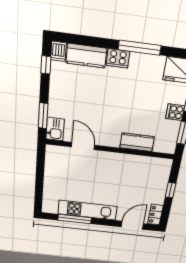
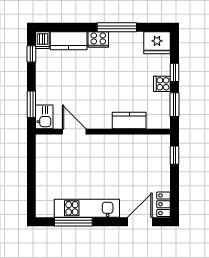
window: (171, 190) -> (174, 155), moved

